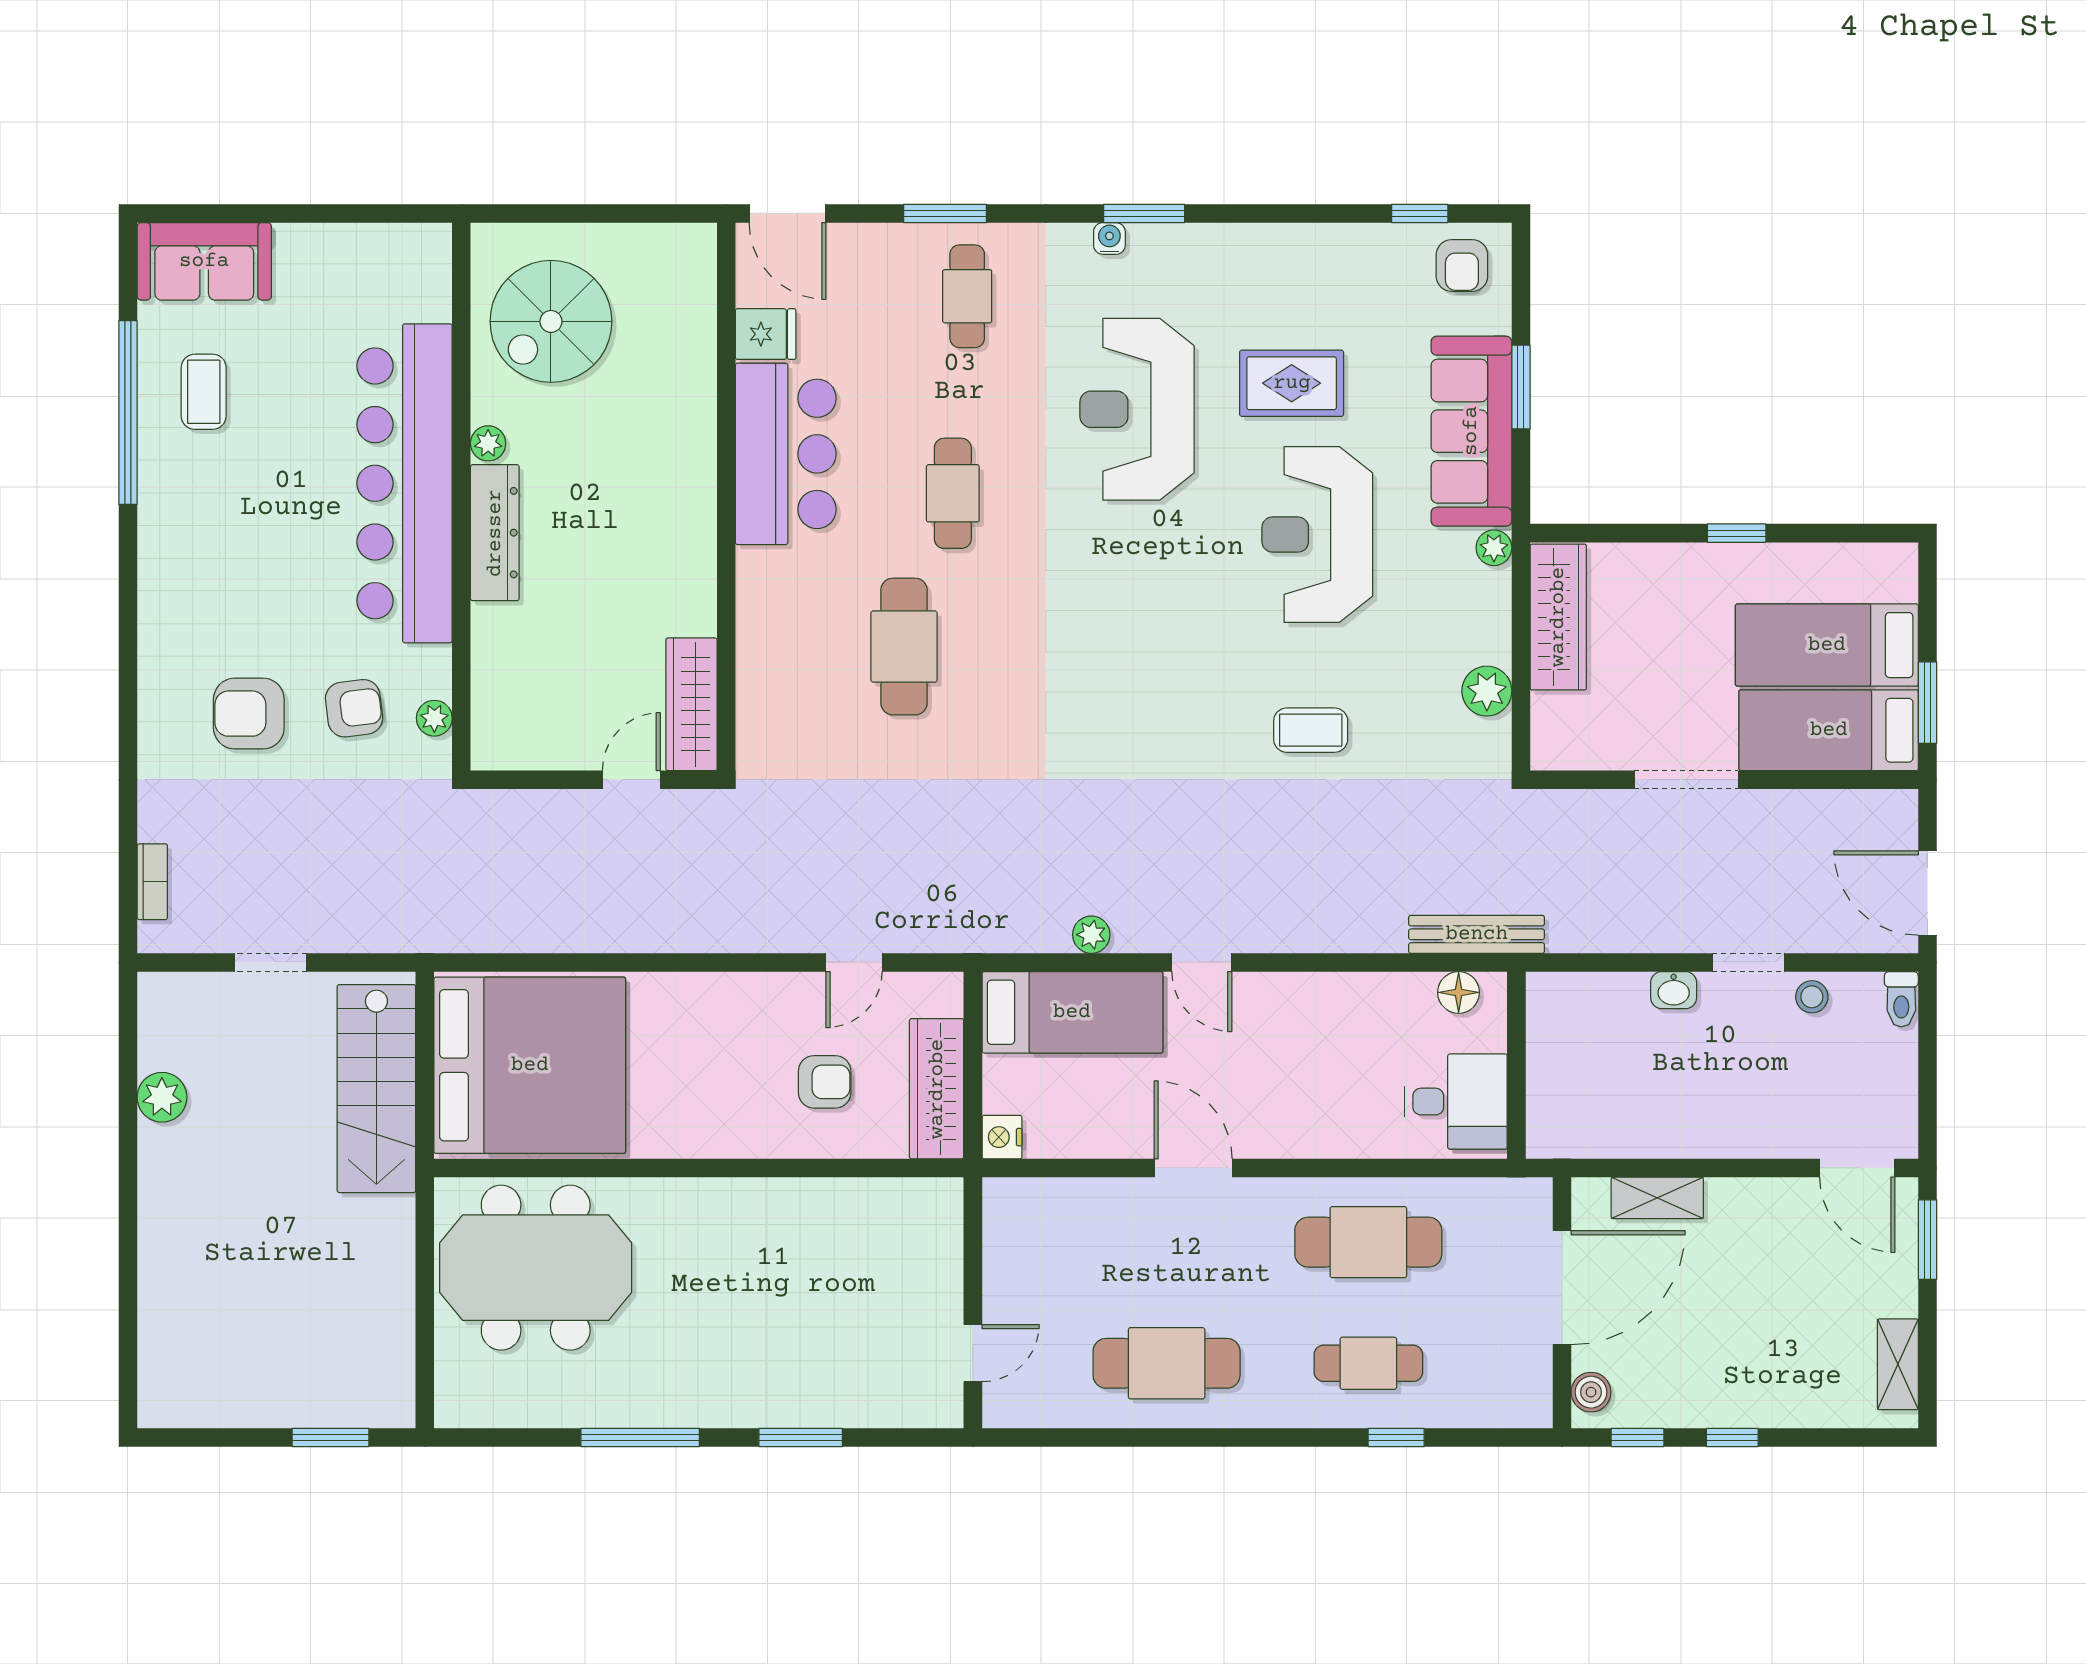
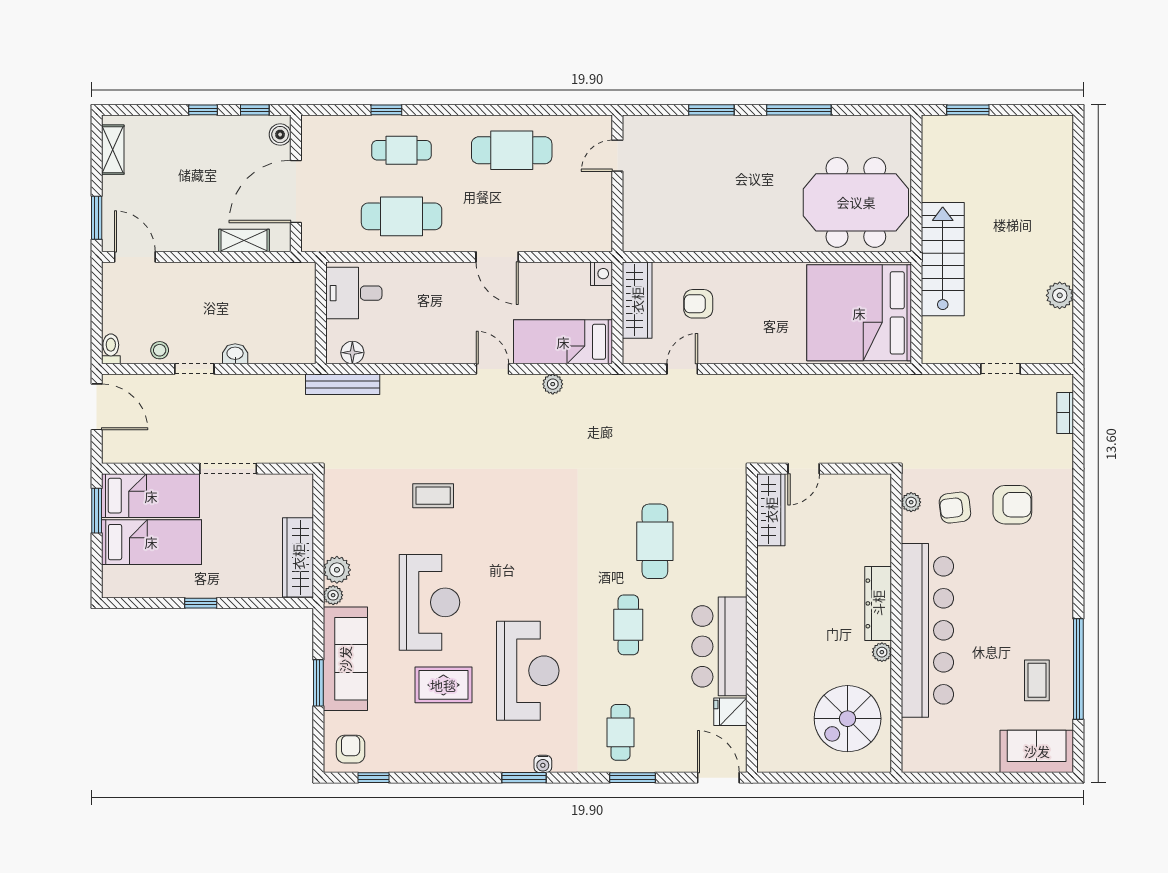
spiral stairs: (551, 321) -> (848, 719), turned 180
plant: (1487, 691) -> (337, 570), moved
stairs: (376, 1089) -> (943, 259), moved

